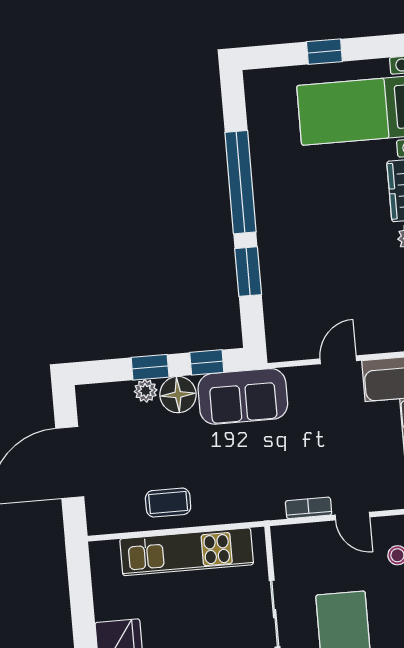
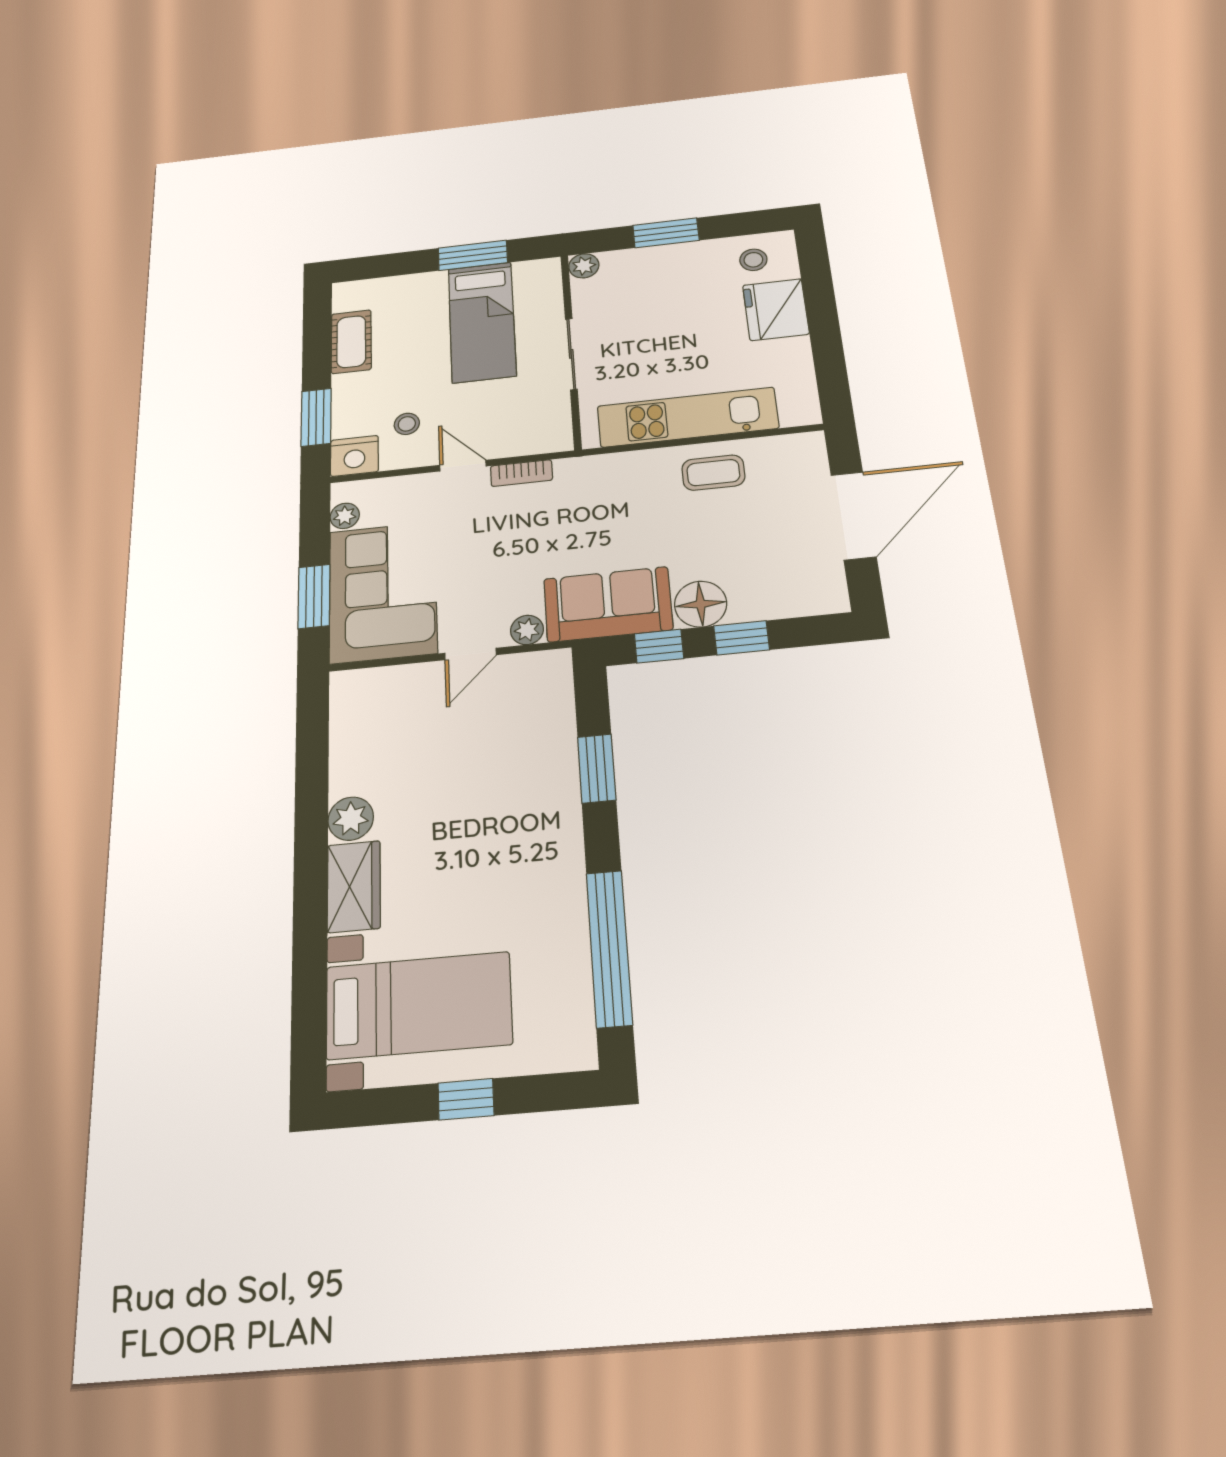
window: (240, 182) -> (609, 948), moved
plant: (146, 391) -> (527, 630), moved

